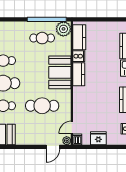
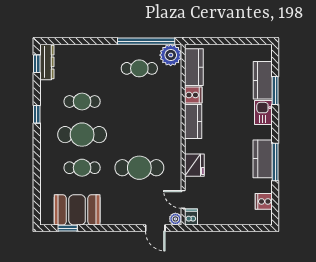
booth: (60, 72) -> (165, 119), removed
door: (72, 127) -> (183, 199), hinge flipped
fridge: (98, 138) -> (194, 165), moved, turned 90
door: (53, 147) -> (155, 228), hinge flipped

